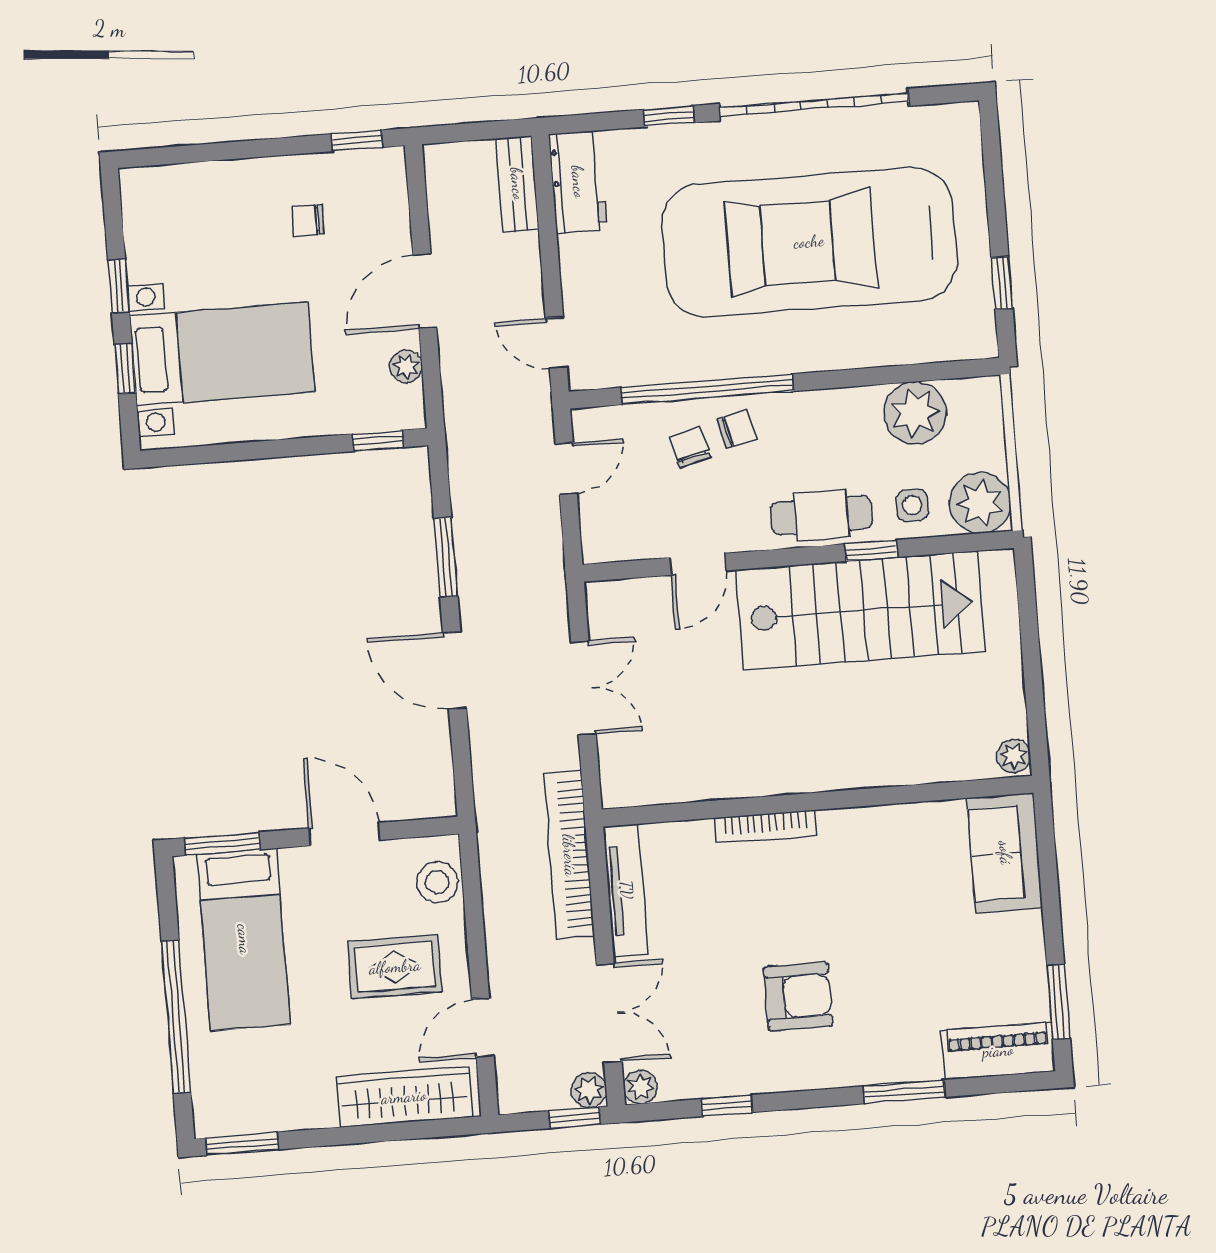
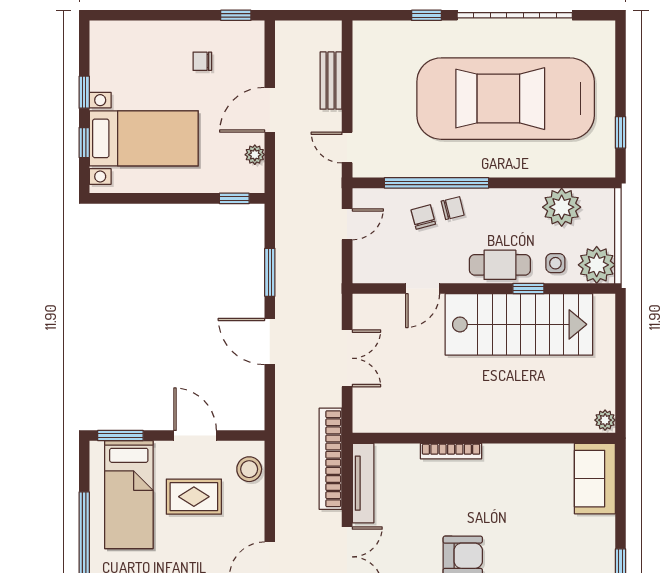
workbench: (578, 182) -> (368, 51), removed
bench: (517, 184) -> (331, 81), moved
rug: (395, 967) -> (194, 497), moved

